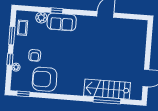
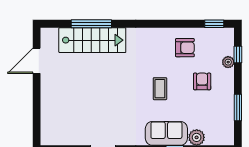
coffee table: (22, 28) -> (160, 89), moved
window: (10, 59) -> (238, 54), moved
armchair: (45, 79) -> (185, 48), width x0.53, depth x0.53

